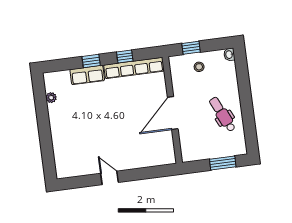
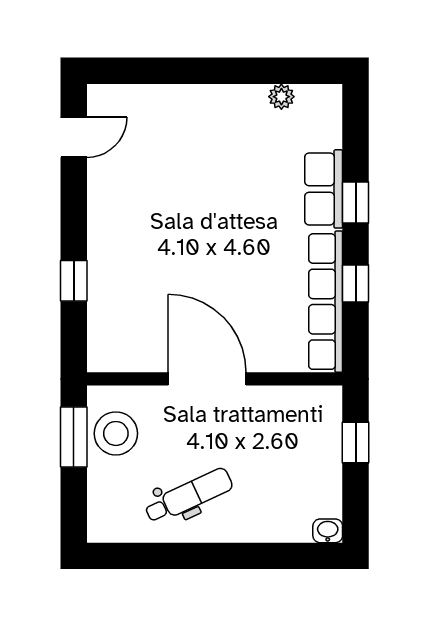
stool: (199, 67) -> (116, 433), moved, width x1.89, depth x1.89
window: (223, 163) -> (74, 437), moved
window: (139, 174) -> (74, 281), added
door: (110, 178) -> (74, 137), moved

